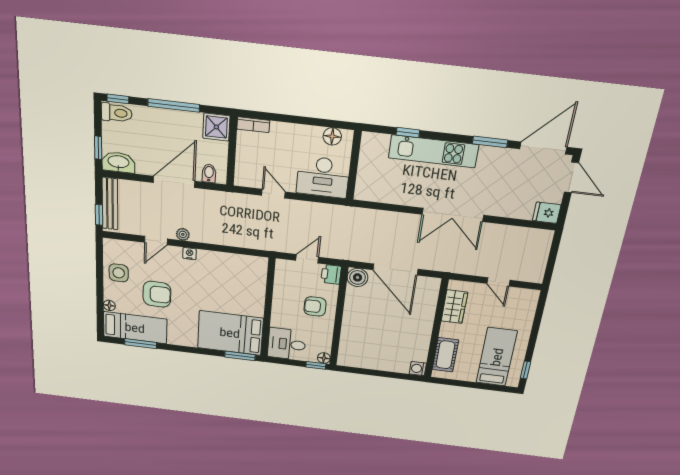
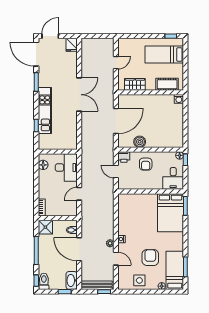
boiler: (358, 277) -> (140, 142), moved

